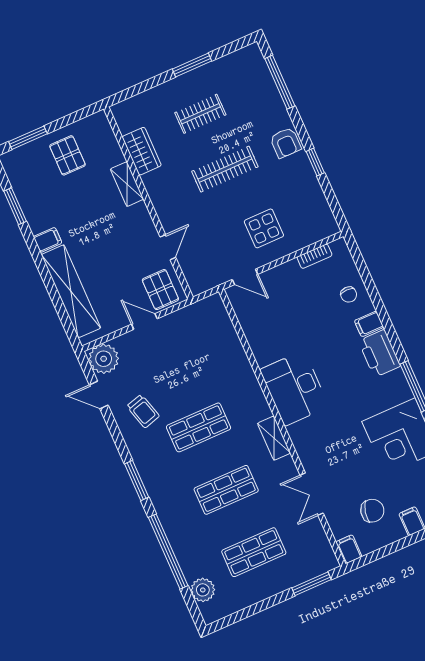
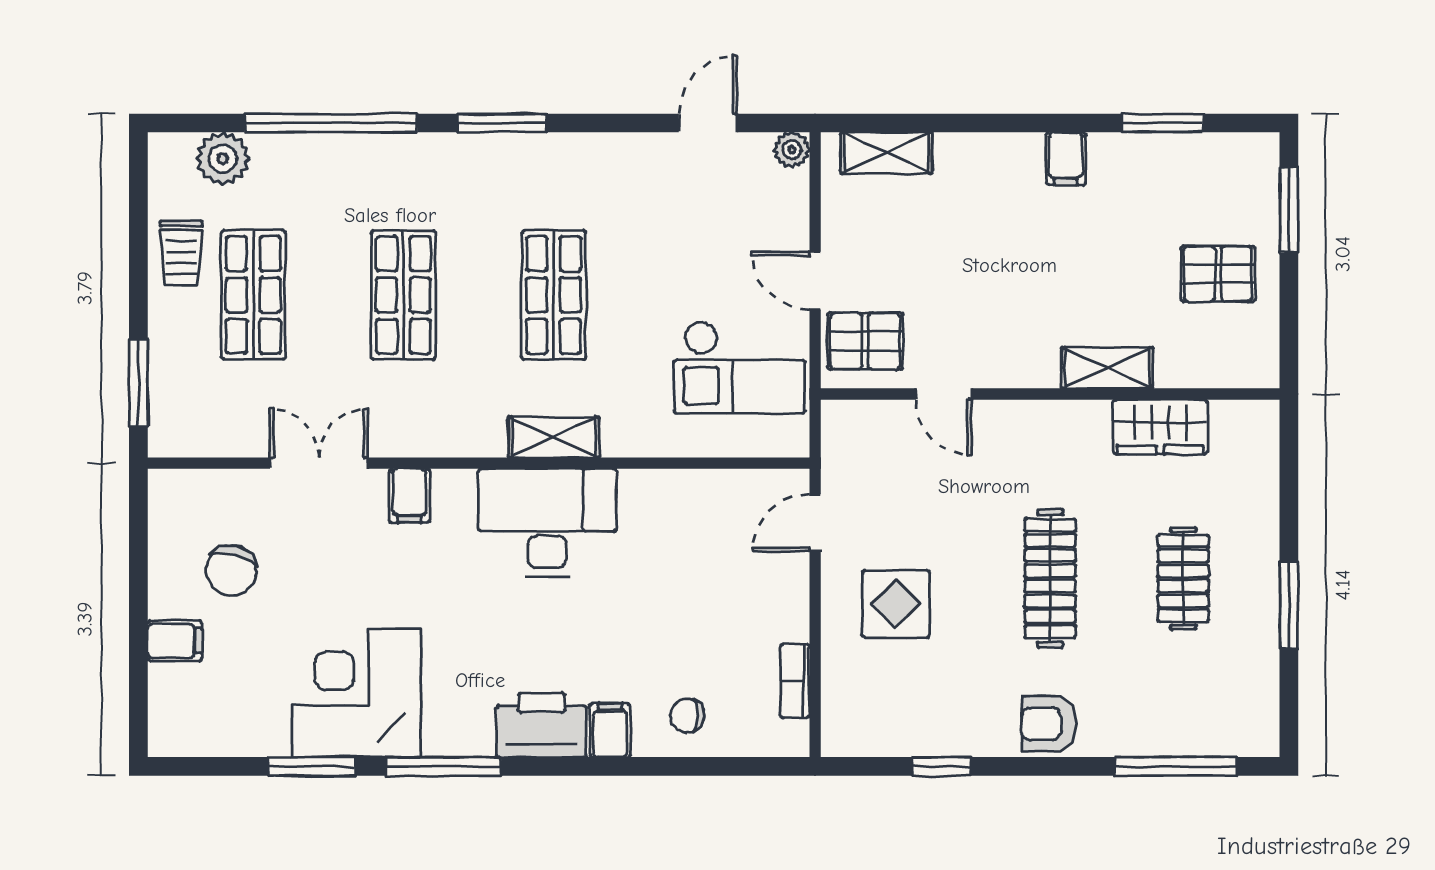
window: (315, 162) -> (942, 766), moved
shelving: (71, 291) -> (886, 153), width x0.45, depth x0.75
door: (144, 322) -> (815, 281), swing flipped
checkout: (194, 337) -> (739, 367), added
plant: (104, 359) -> (792, 150), width x0.53, depth x0.53
trolley: (143, 411) -> (181, 253), moved, turned -74
shelving: (274, 438) -> (554, 437), moved
filing cabinet: (349, 549) -> (409, 496), moved, turned 90

